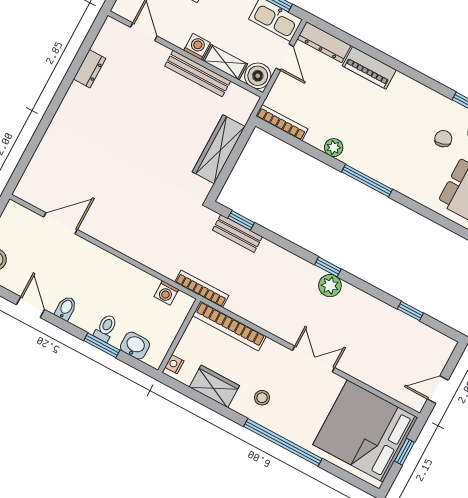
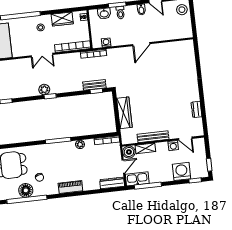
washing machine: (197, 47) -> (173, 146), moved
door: (285, 57) -> (123, 167), swing flipped
piano: (369, 68) -> (70, 187), moved
door: (61, 223) -> (141, 44), moved
double door: (314, 359) -> (42, 55), moved

